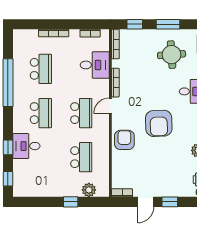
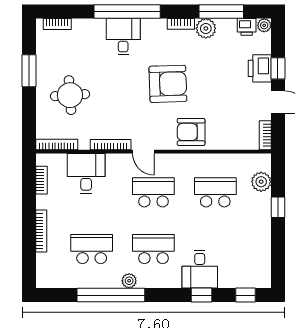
window: (135, 24) -> (29, 117), removed
round table: (172, 55) -> (70, 95), moved
plant: (18, 96) -> (129, 281), added
printer: (170, 189) -> (260, 68), added

